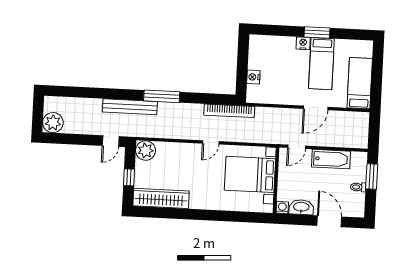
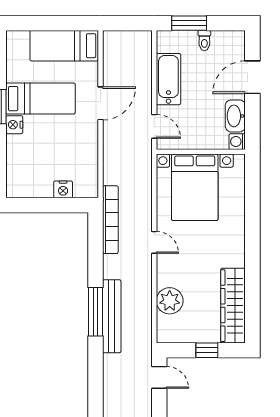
bench: (130, 107) -> (112, 316), moved
door: (316, 108) -> (100, 103), hinge flipped
plant: (146, 151) -> (170, 301), moved

